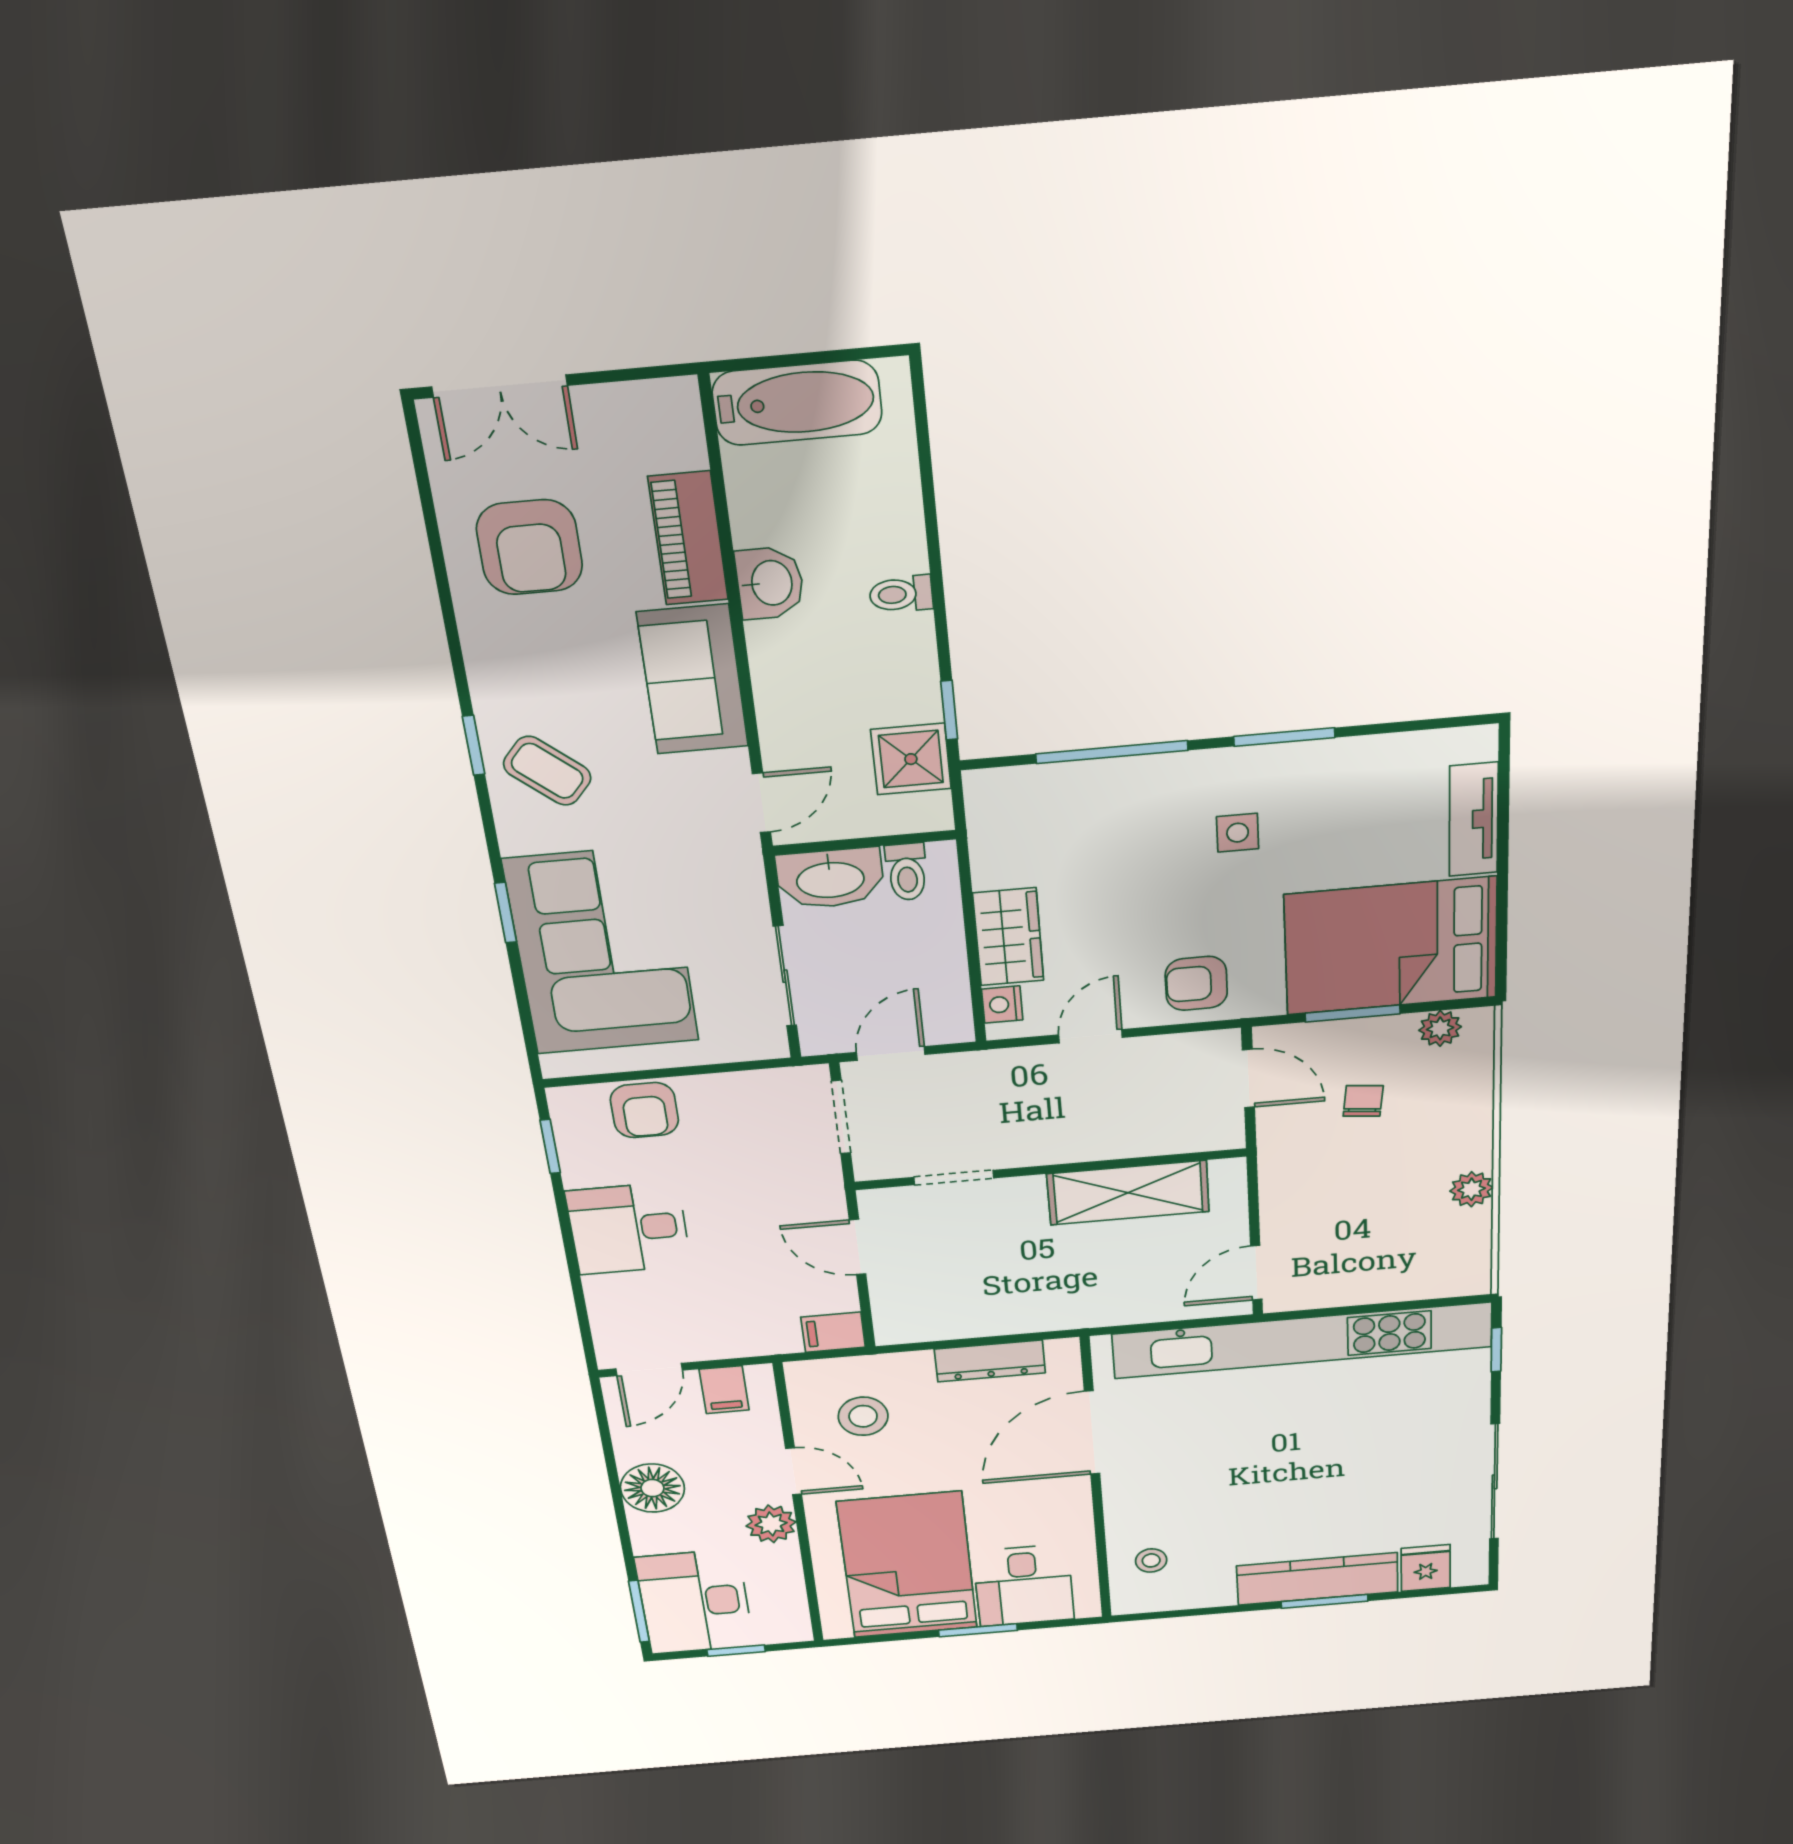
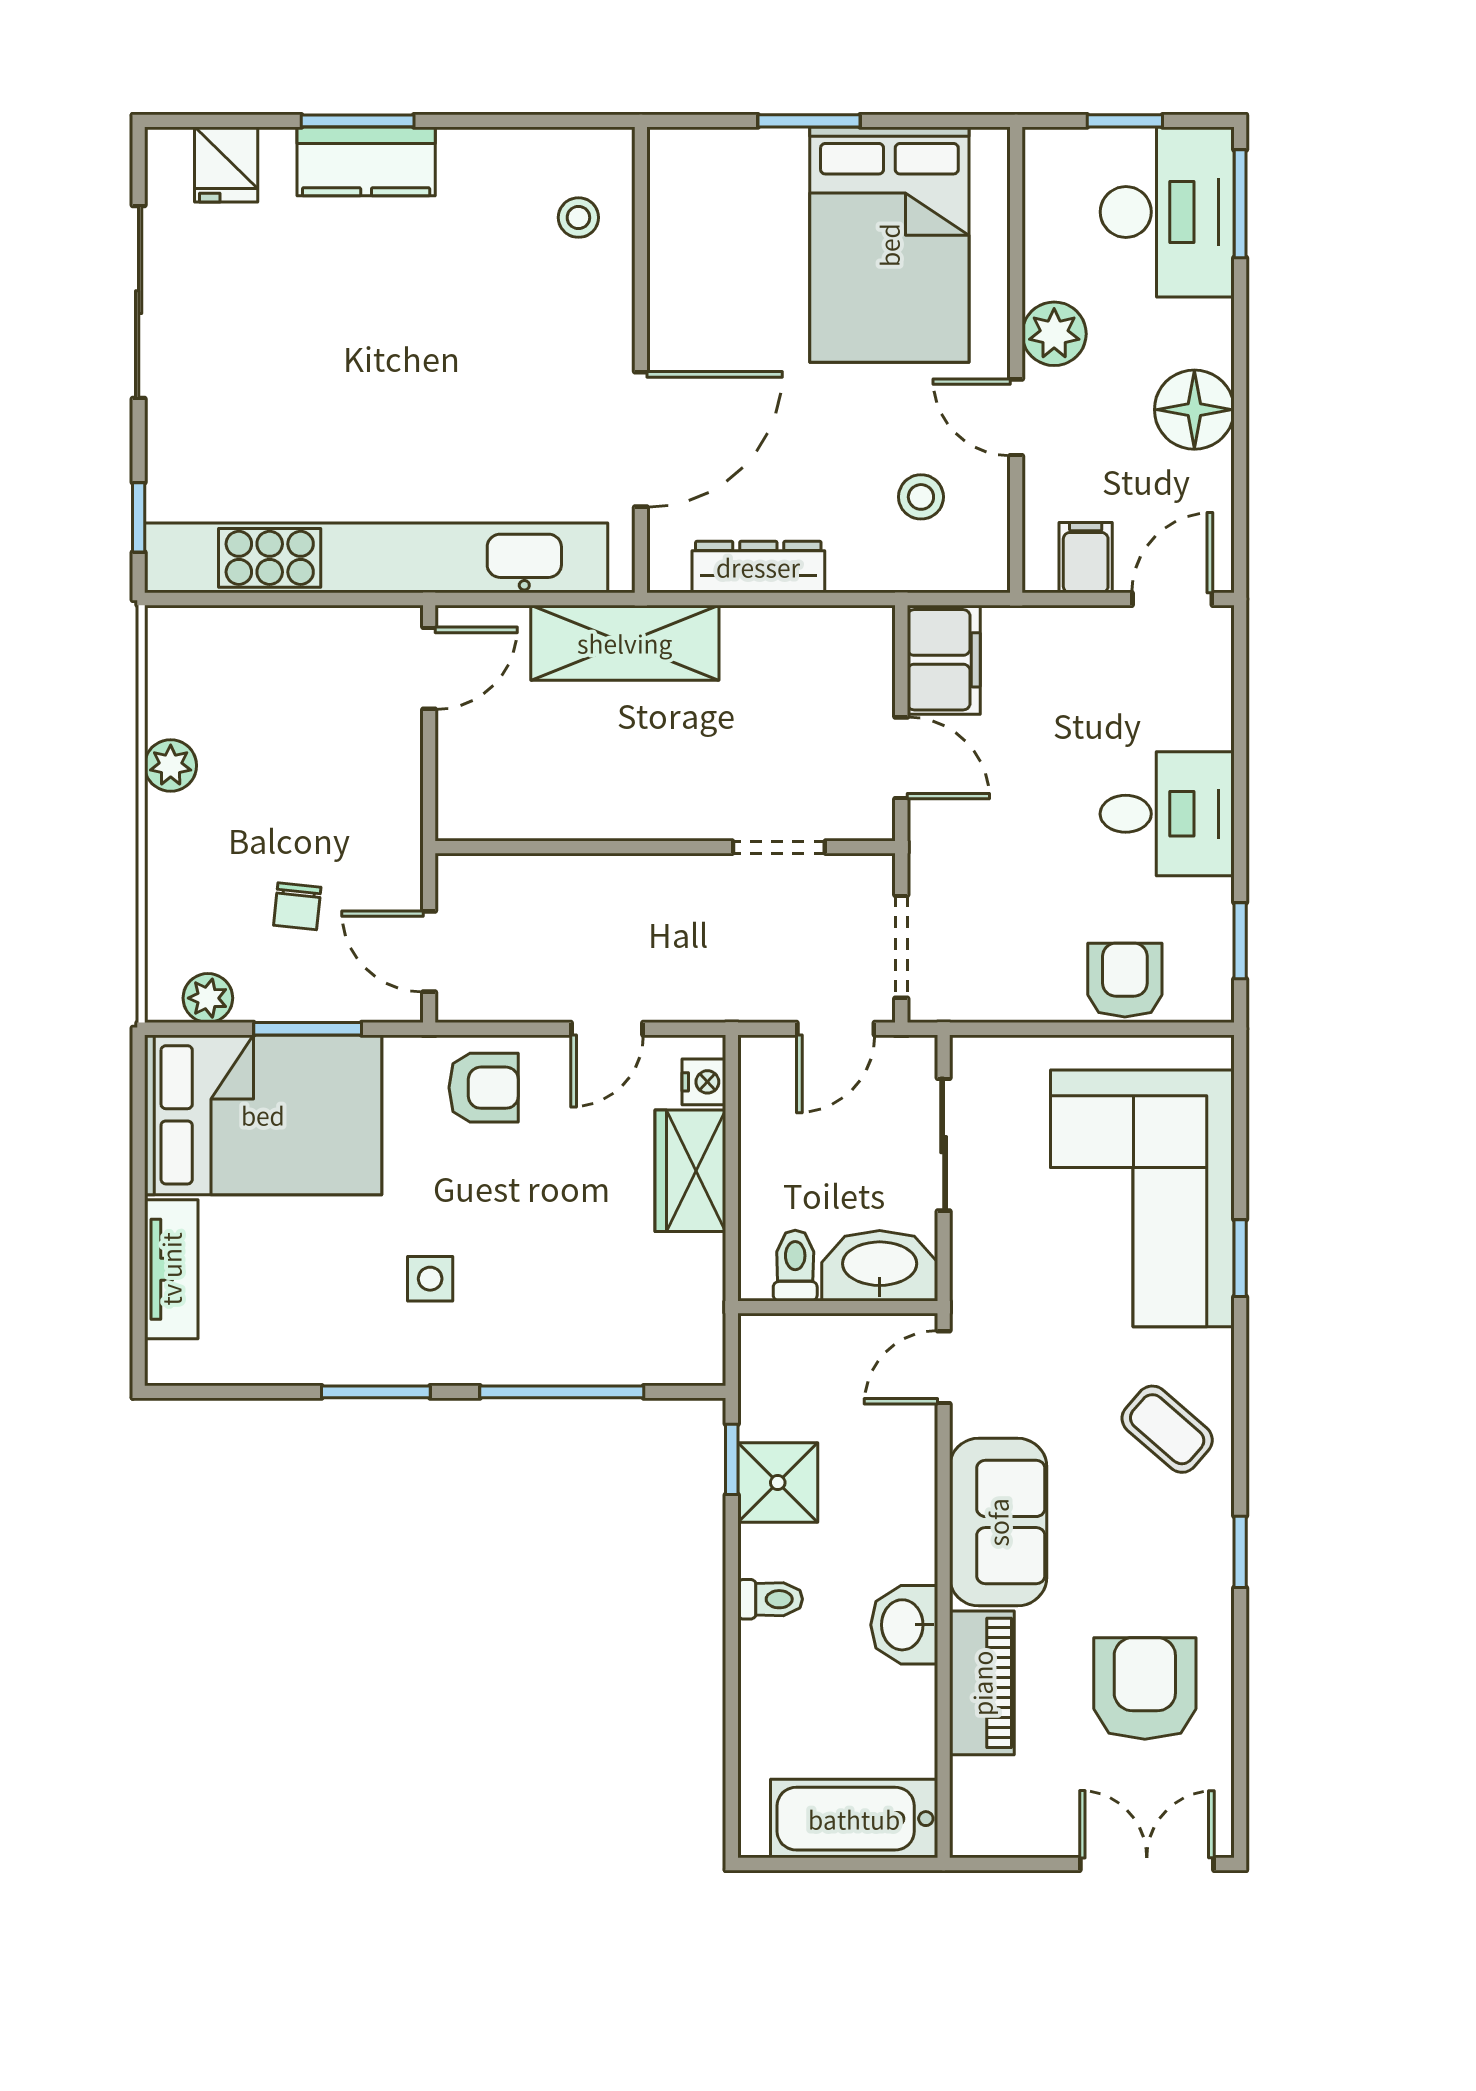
window: (474, 745) -> (1240, 1552), moved
shower: (911, 759) -> (778, 1483), moved
shelving: (1128, 1193) -> (625, 643), moved
filing cabinet: (833, 1332) -> (944, 660), width x2.00
stool: (863, 1416) -> (921, 497), width x0.73, depth x0.73
kitchen counter: (1317, 1579) -> (366, 161), width x0.67
desk: (1024, 1585) -> (744, 193), removed

